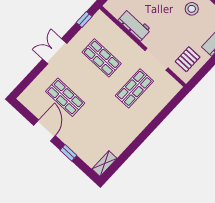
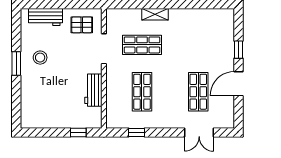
window: (84, 20) -> (137, 132), moved
double door: (55, 51) -> (199, 132), moved
shelving: (104, 164) -> (155, 14), moved

